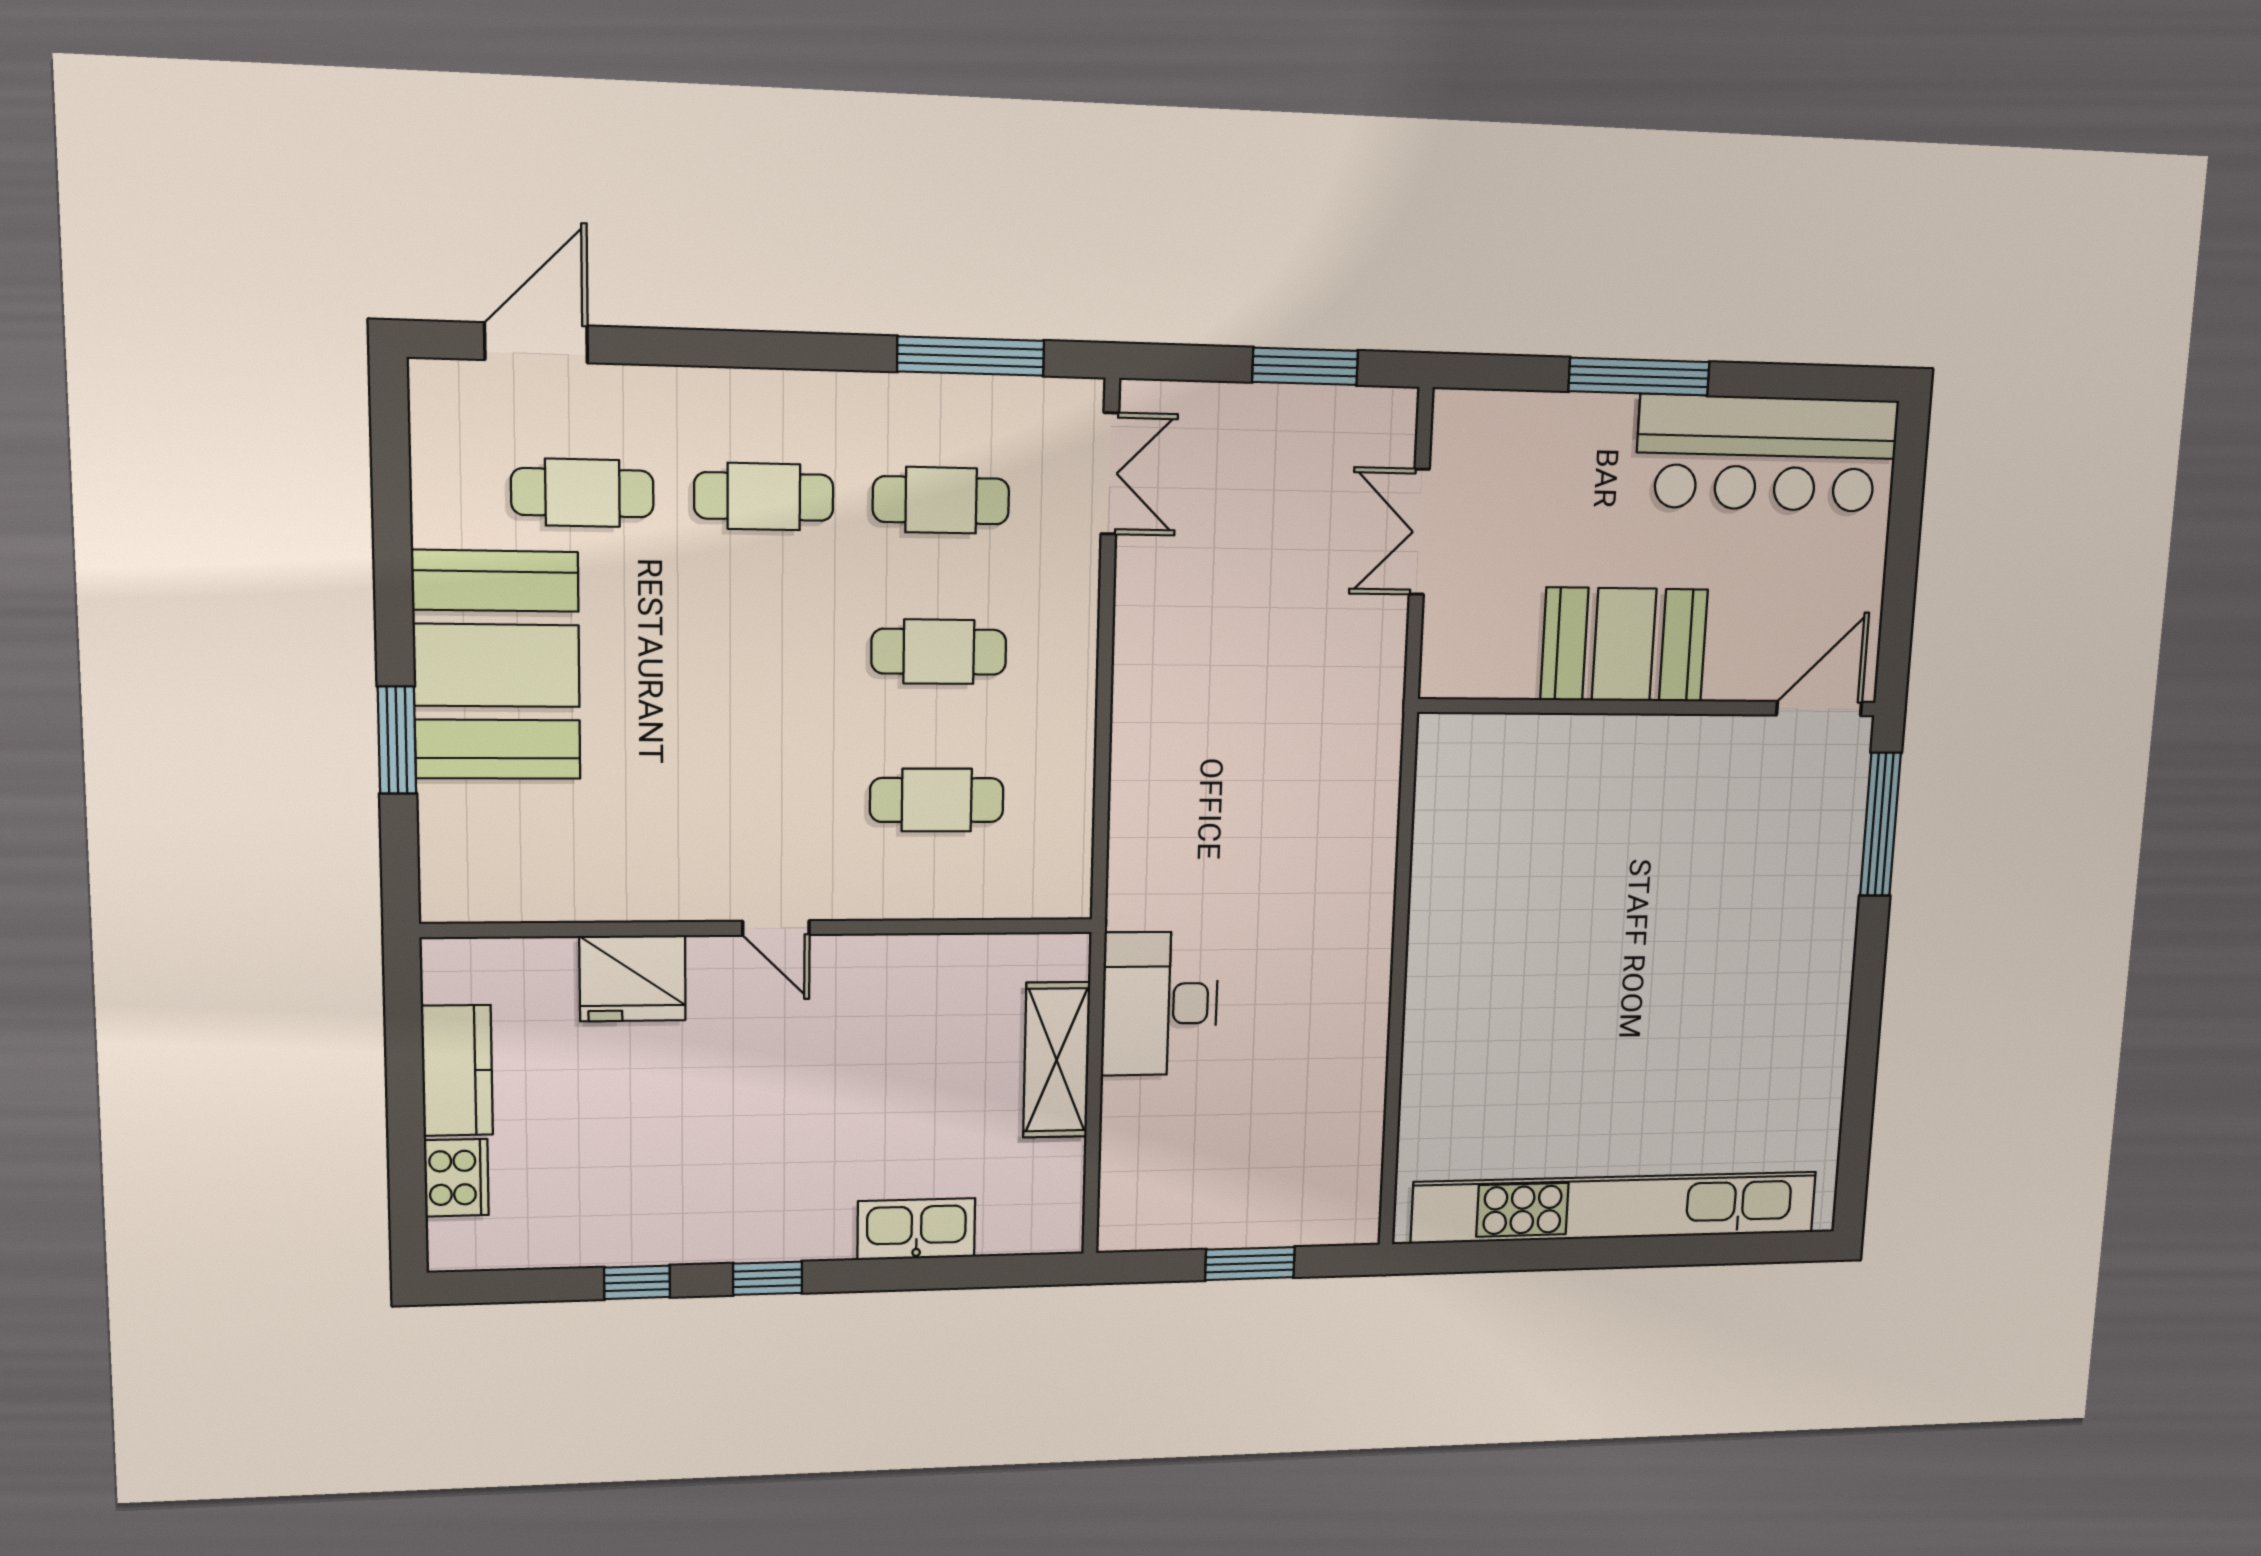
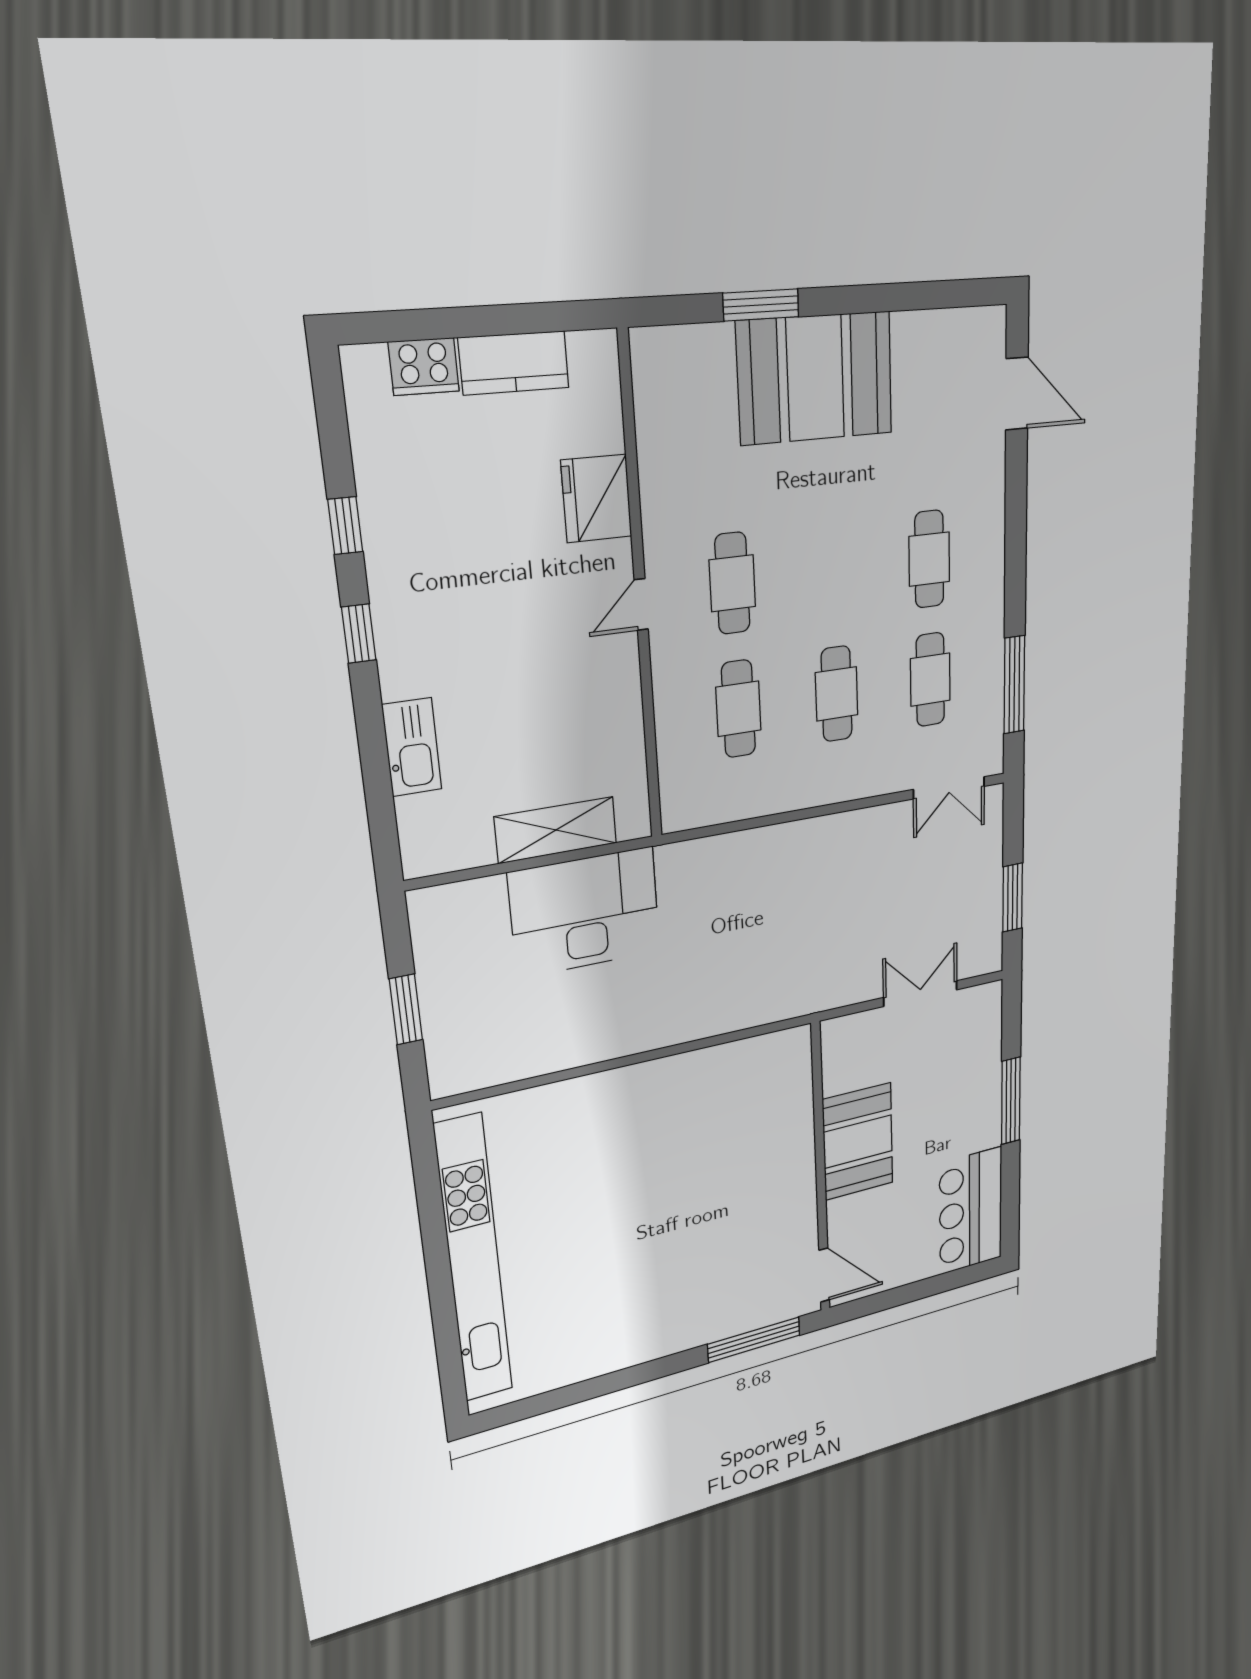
bar counter: (1767, 453) -> (971, 1211), width x0.73
cafe table: (582, 493) -> (732, 583), moved
desk: (1160, 1004) -> (585, 912), width x1.36, depth x1.30

